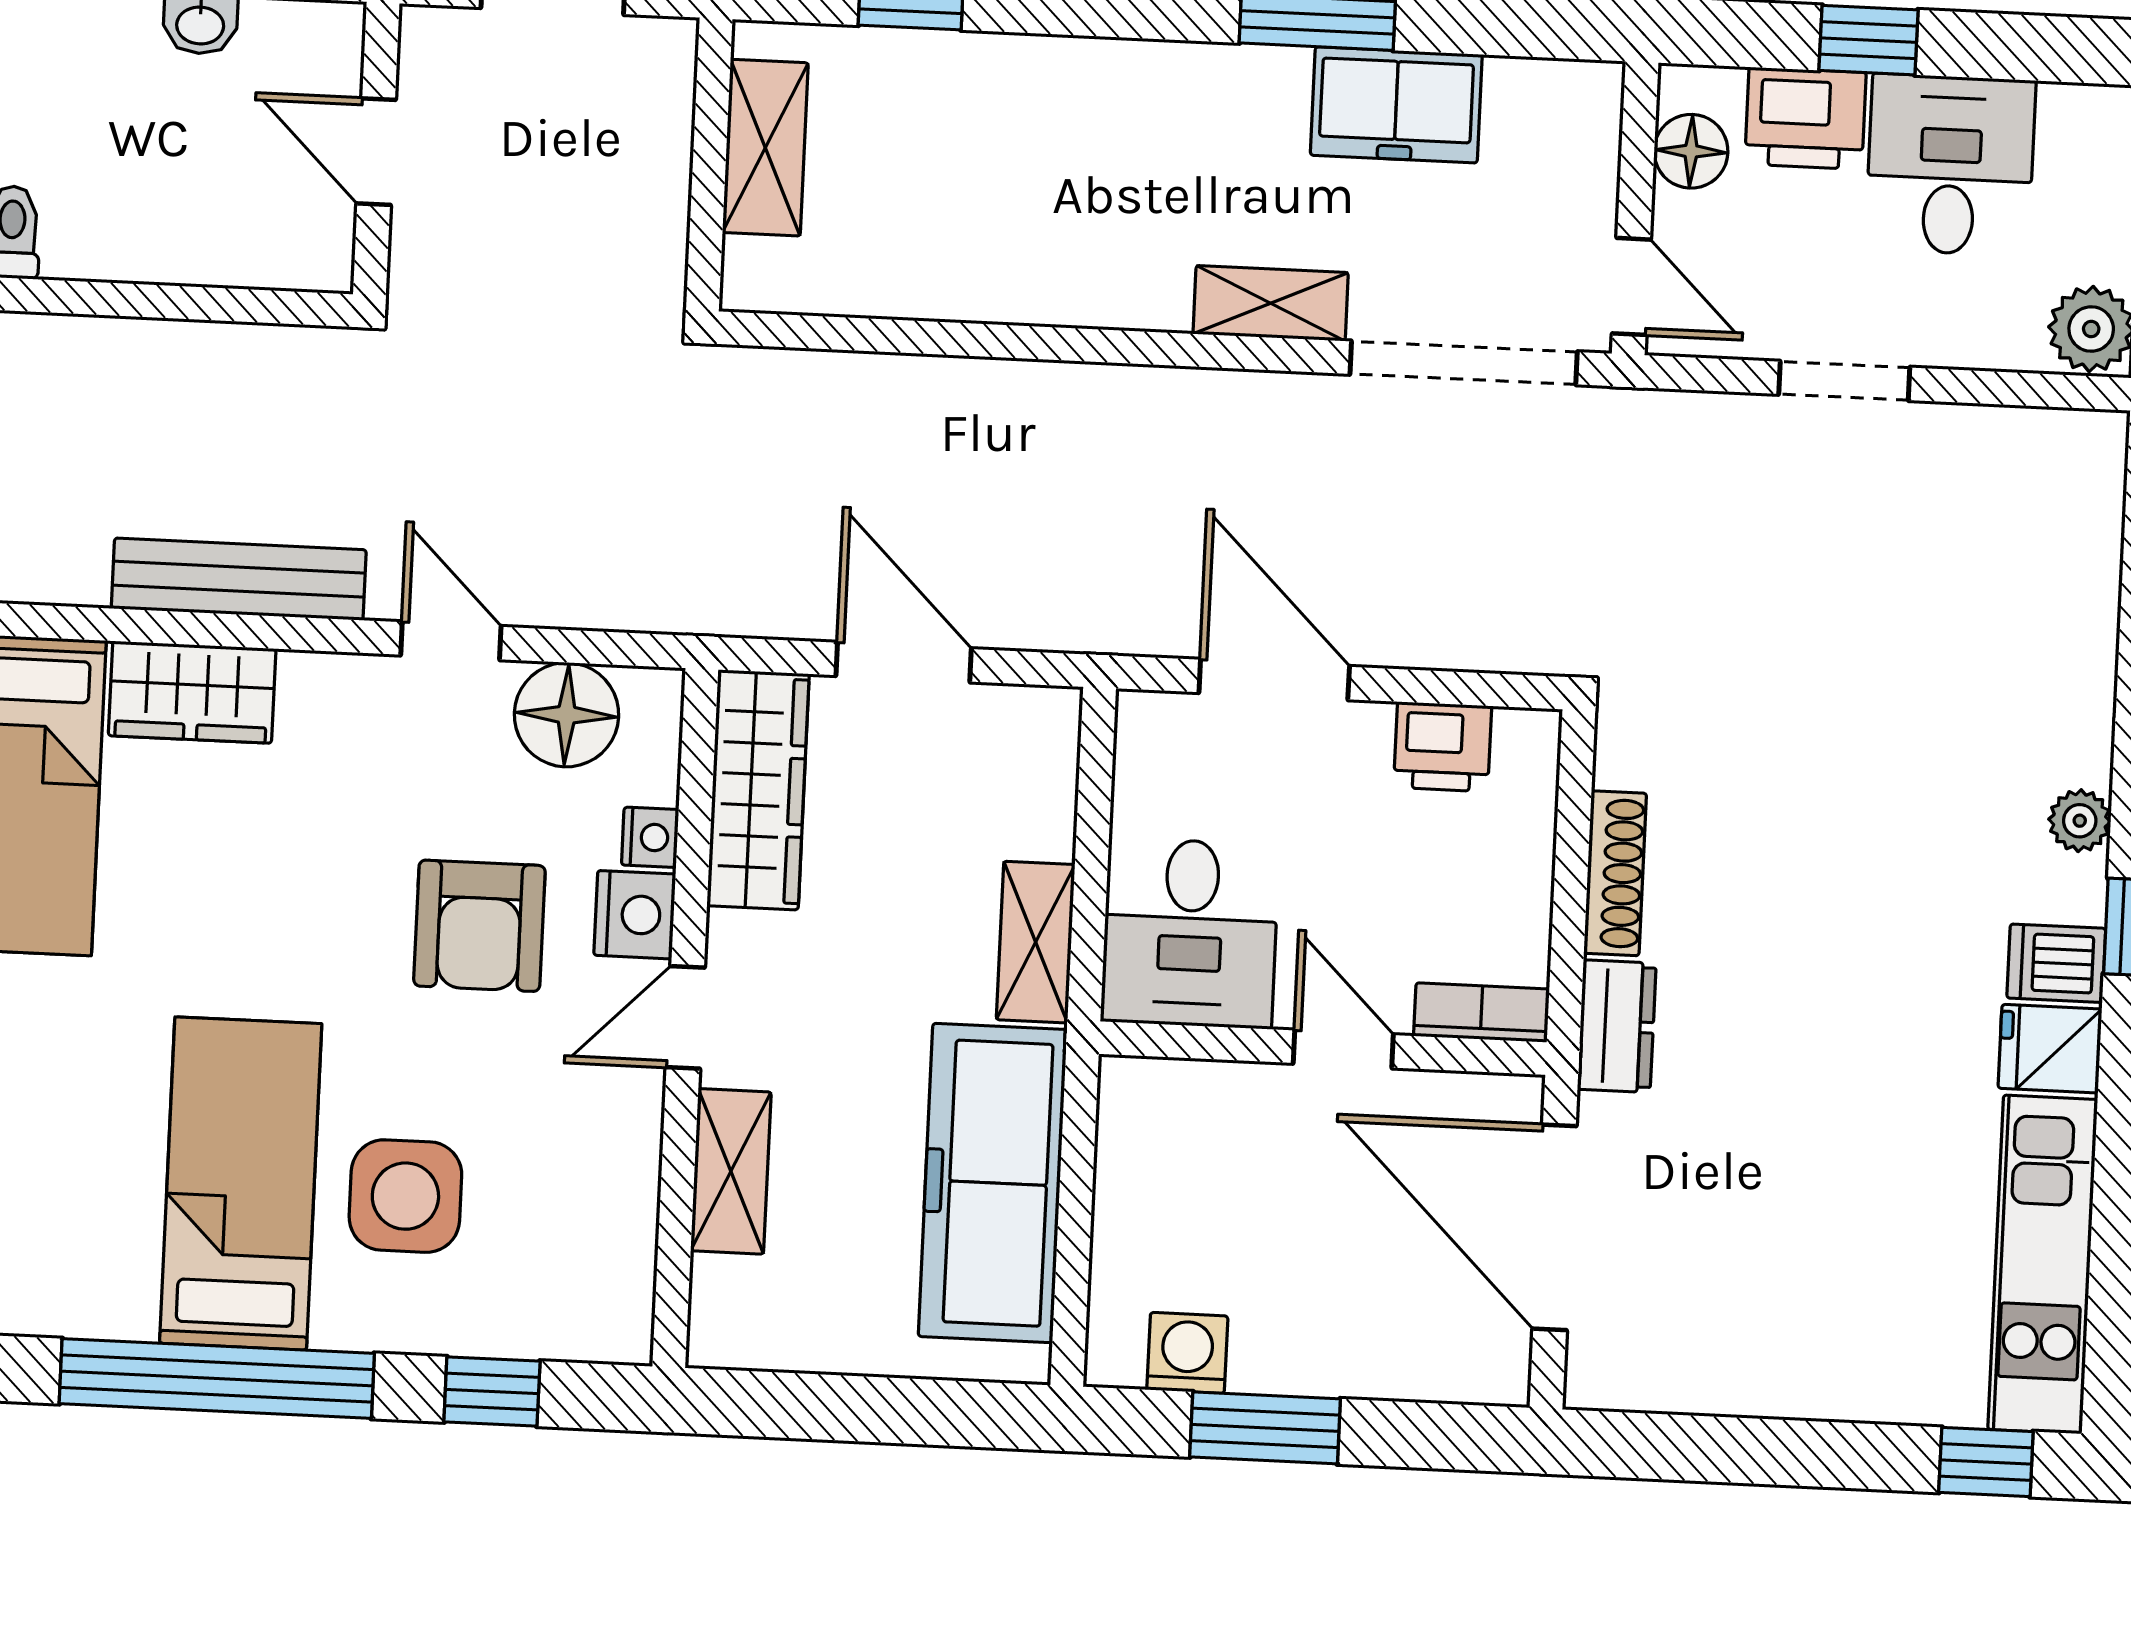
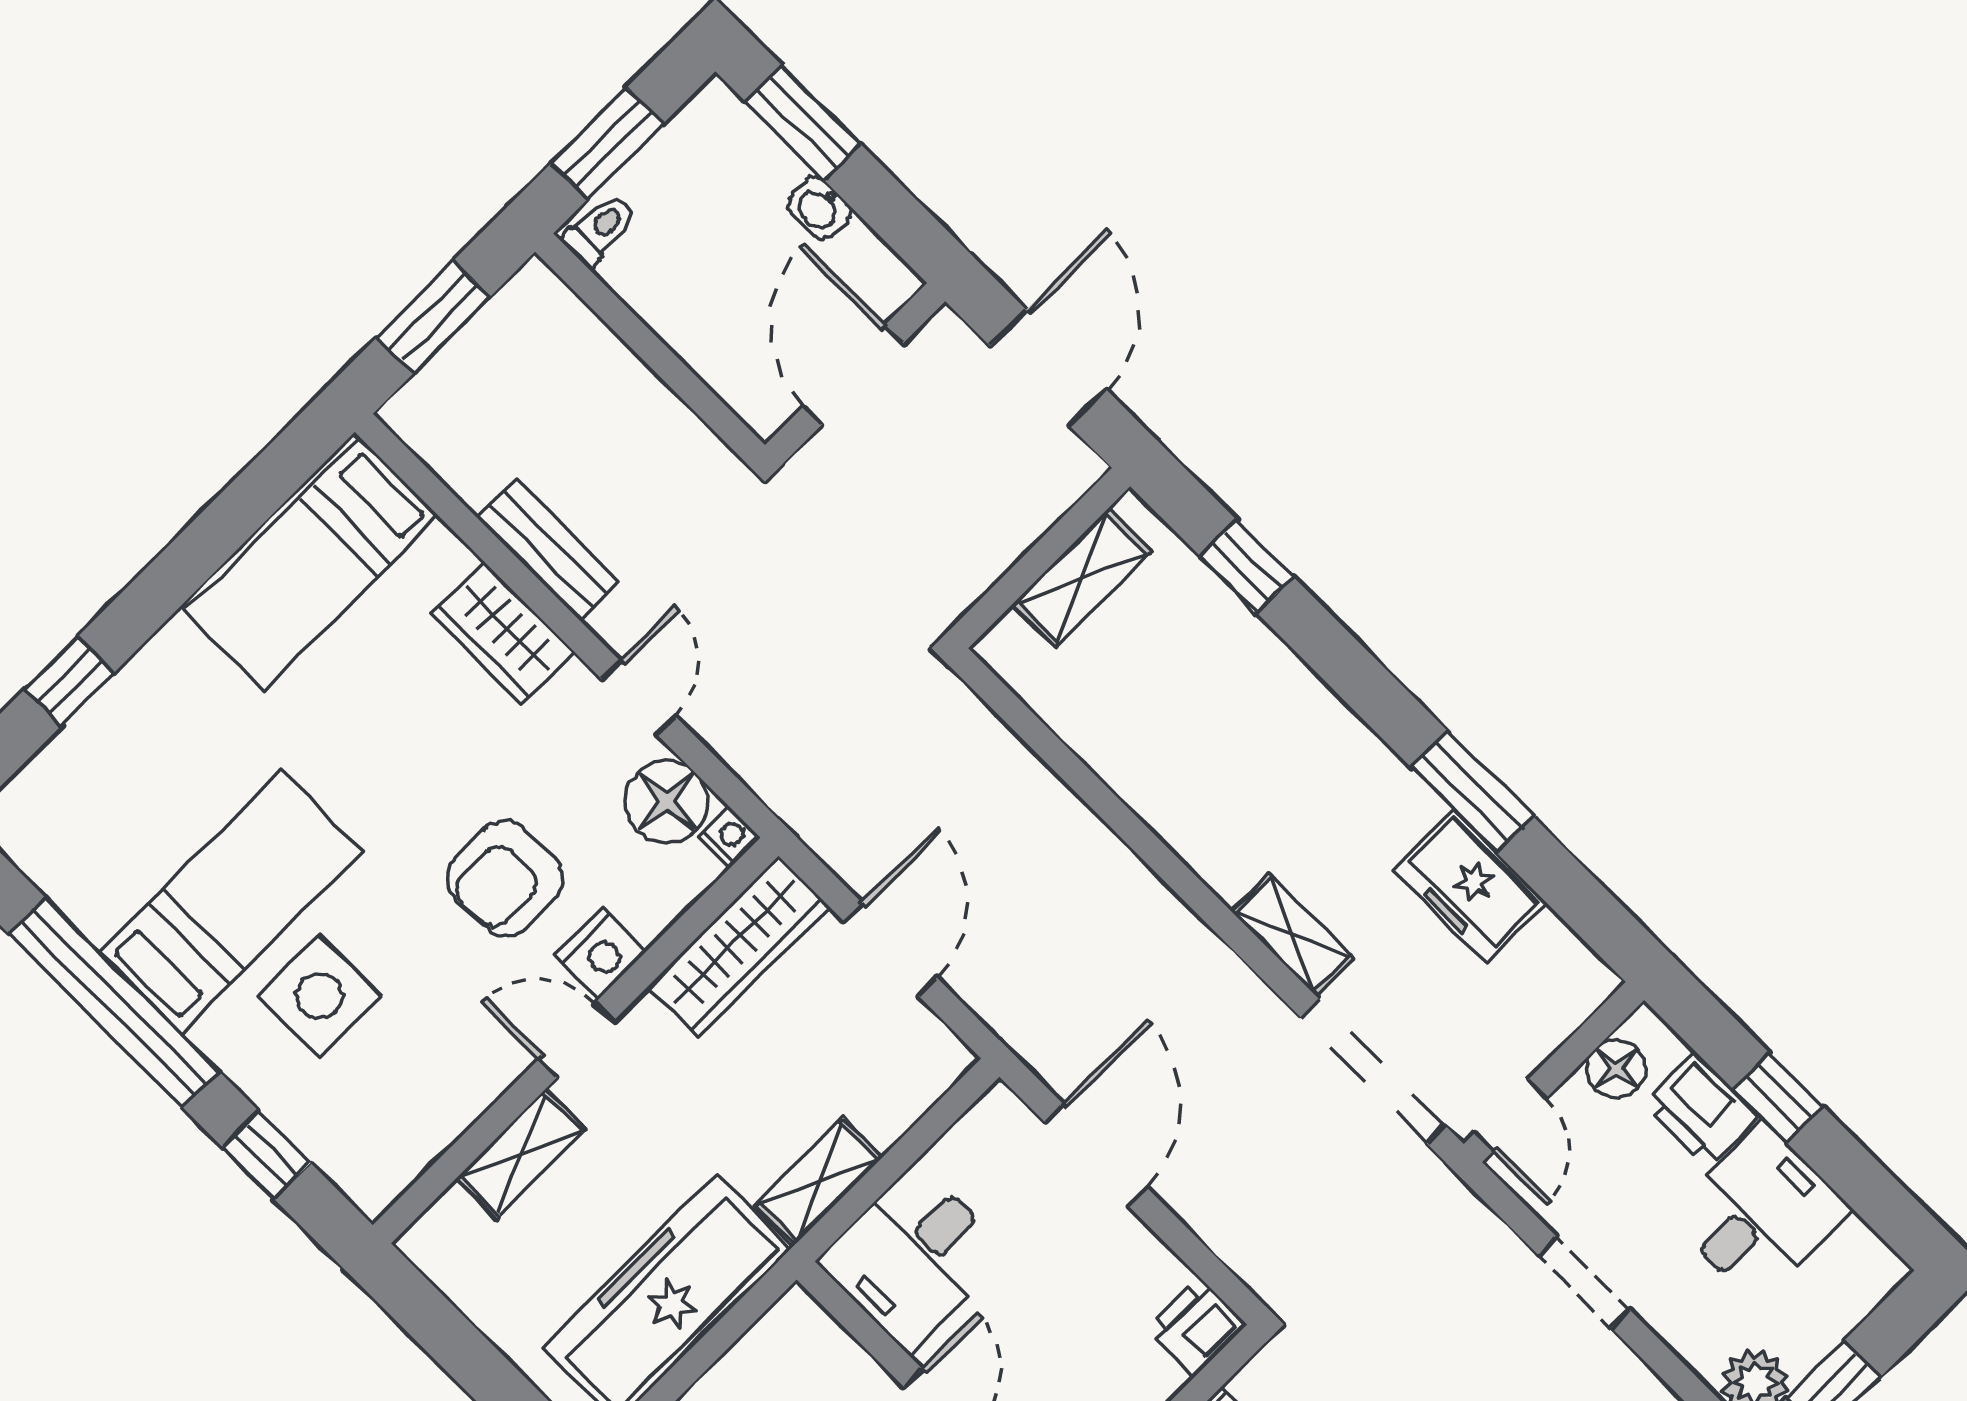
door: (376, 152) -> (854, 375), width x1.38
bench: (239, 579) -> (548, 550), width x0.73
wardrobe: (192, 692) -> (503, 632), moved
printer: (1443, 747) -> (1197, 1327), moved, turned 90
nightstand: (650, 837) -> (729, 837), moved, turned -90

